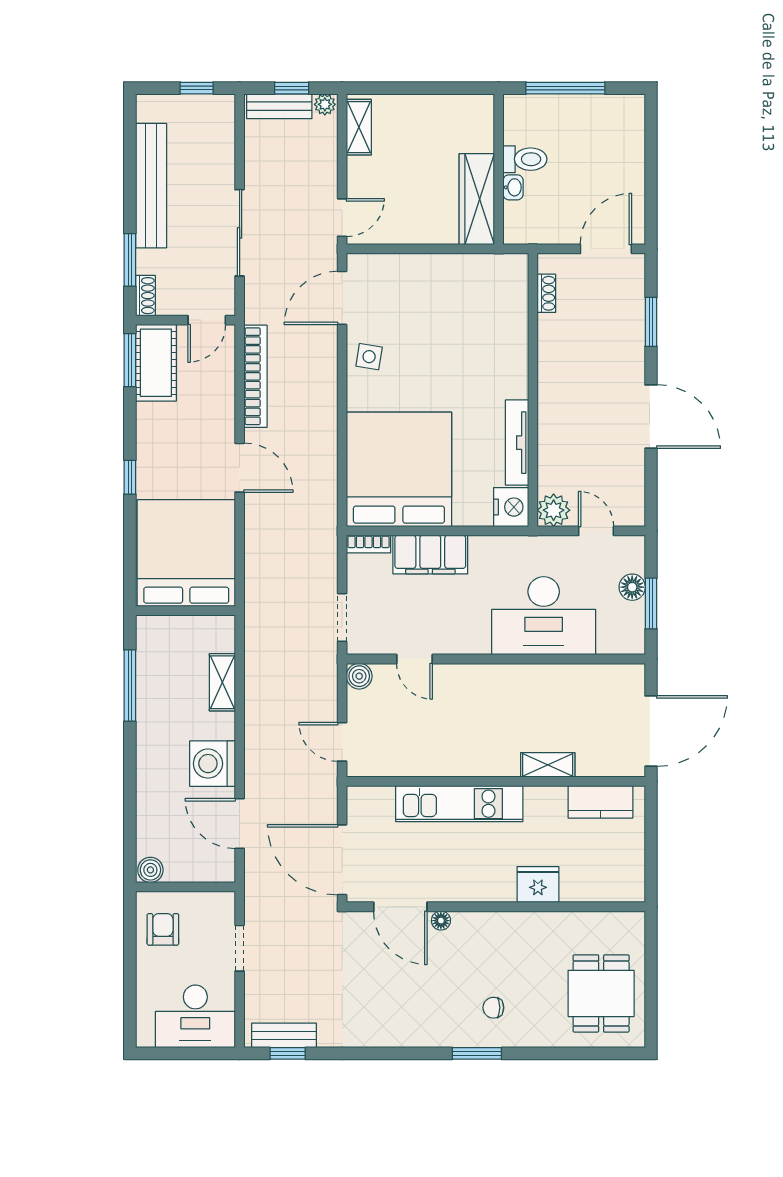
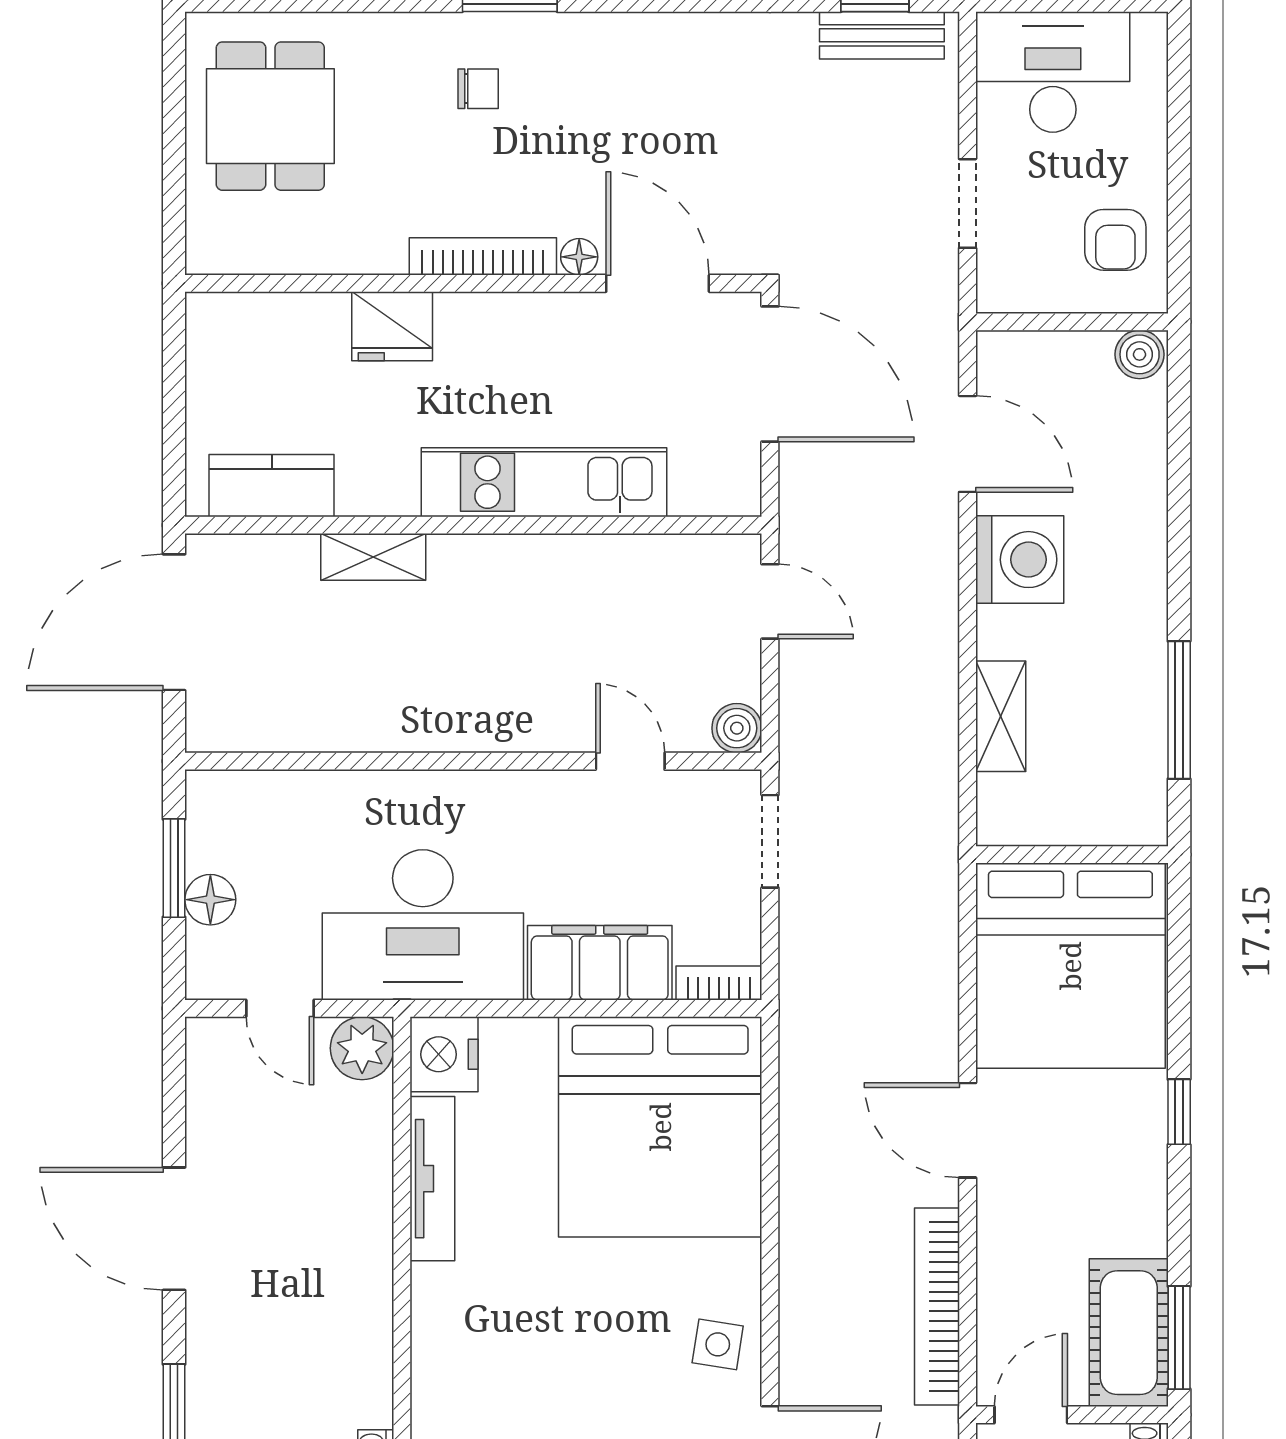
desk: (544, 616) -> (423, 925), moved, turned 180
bookcase: (491, 921) -> (483, 256), added

